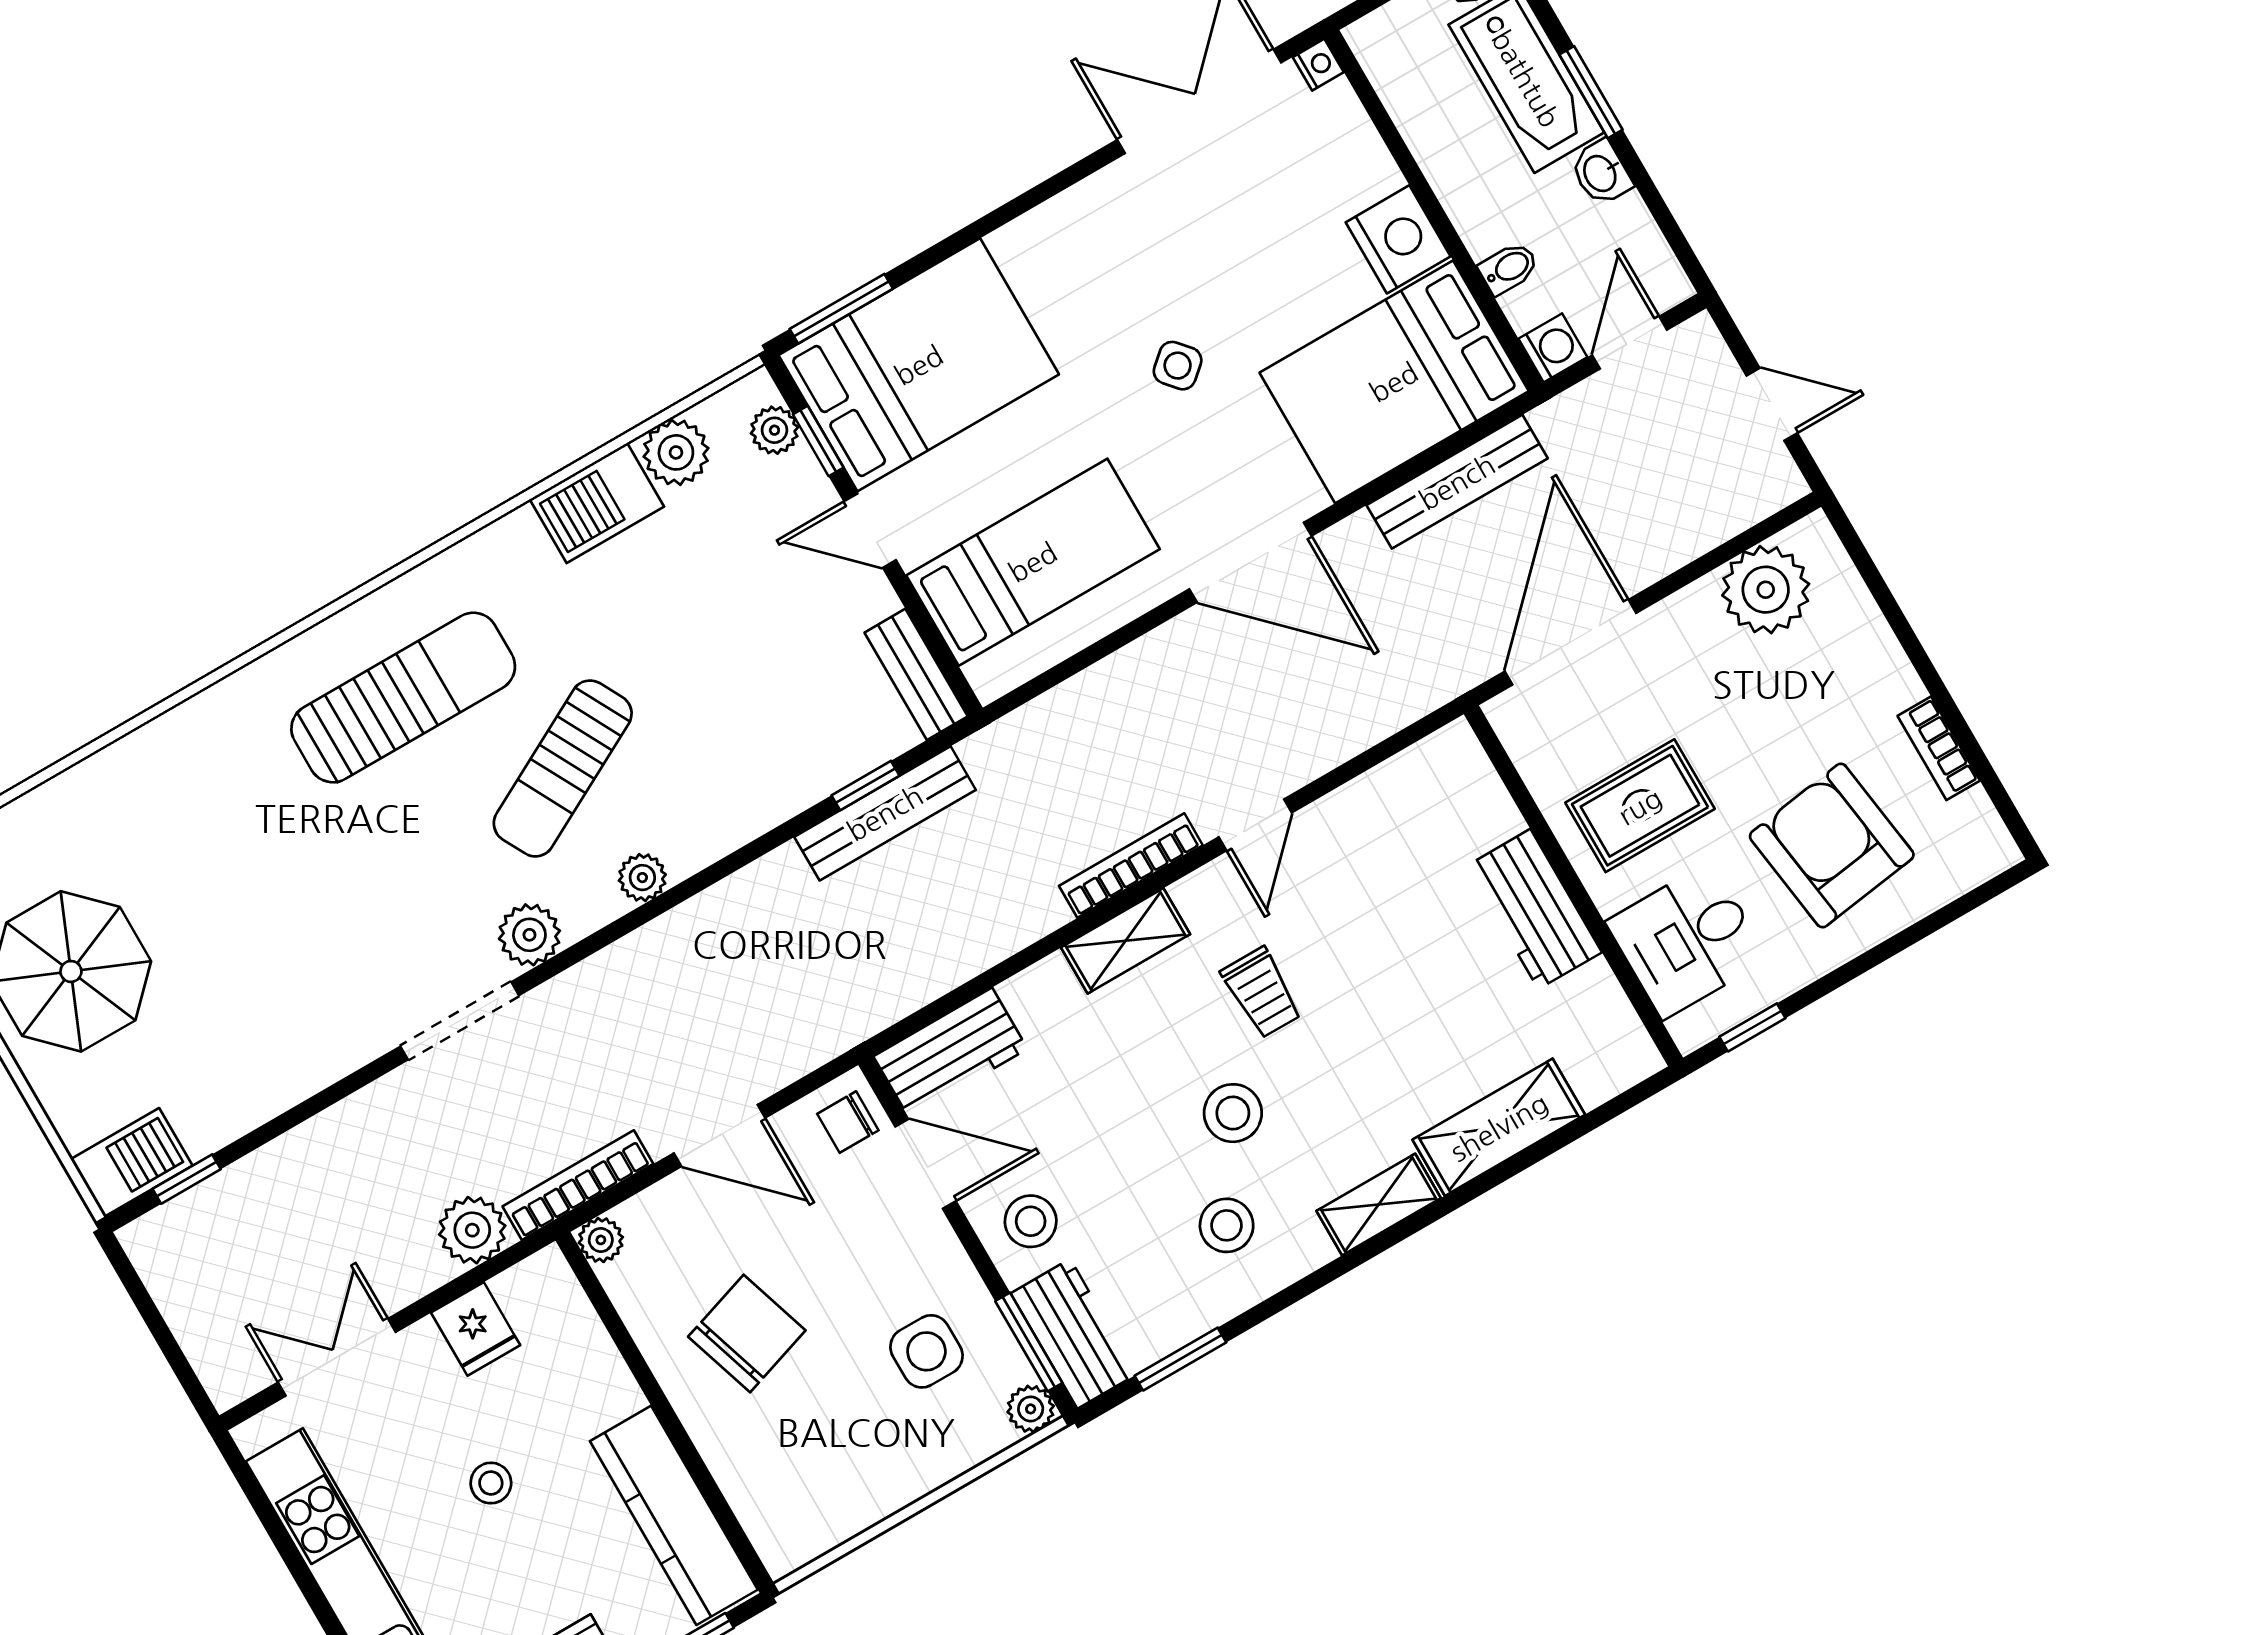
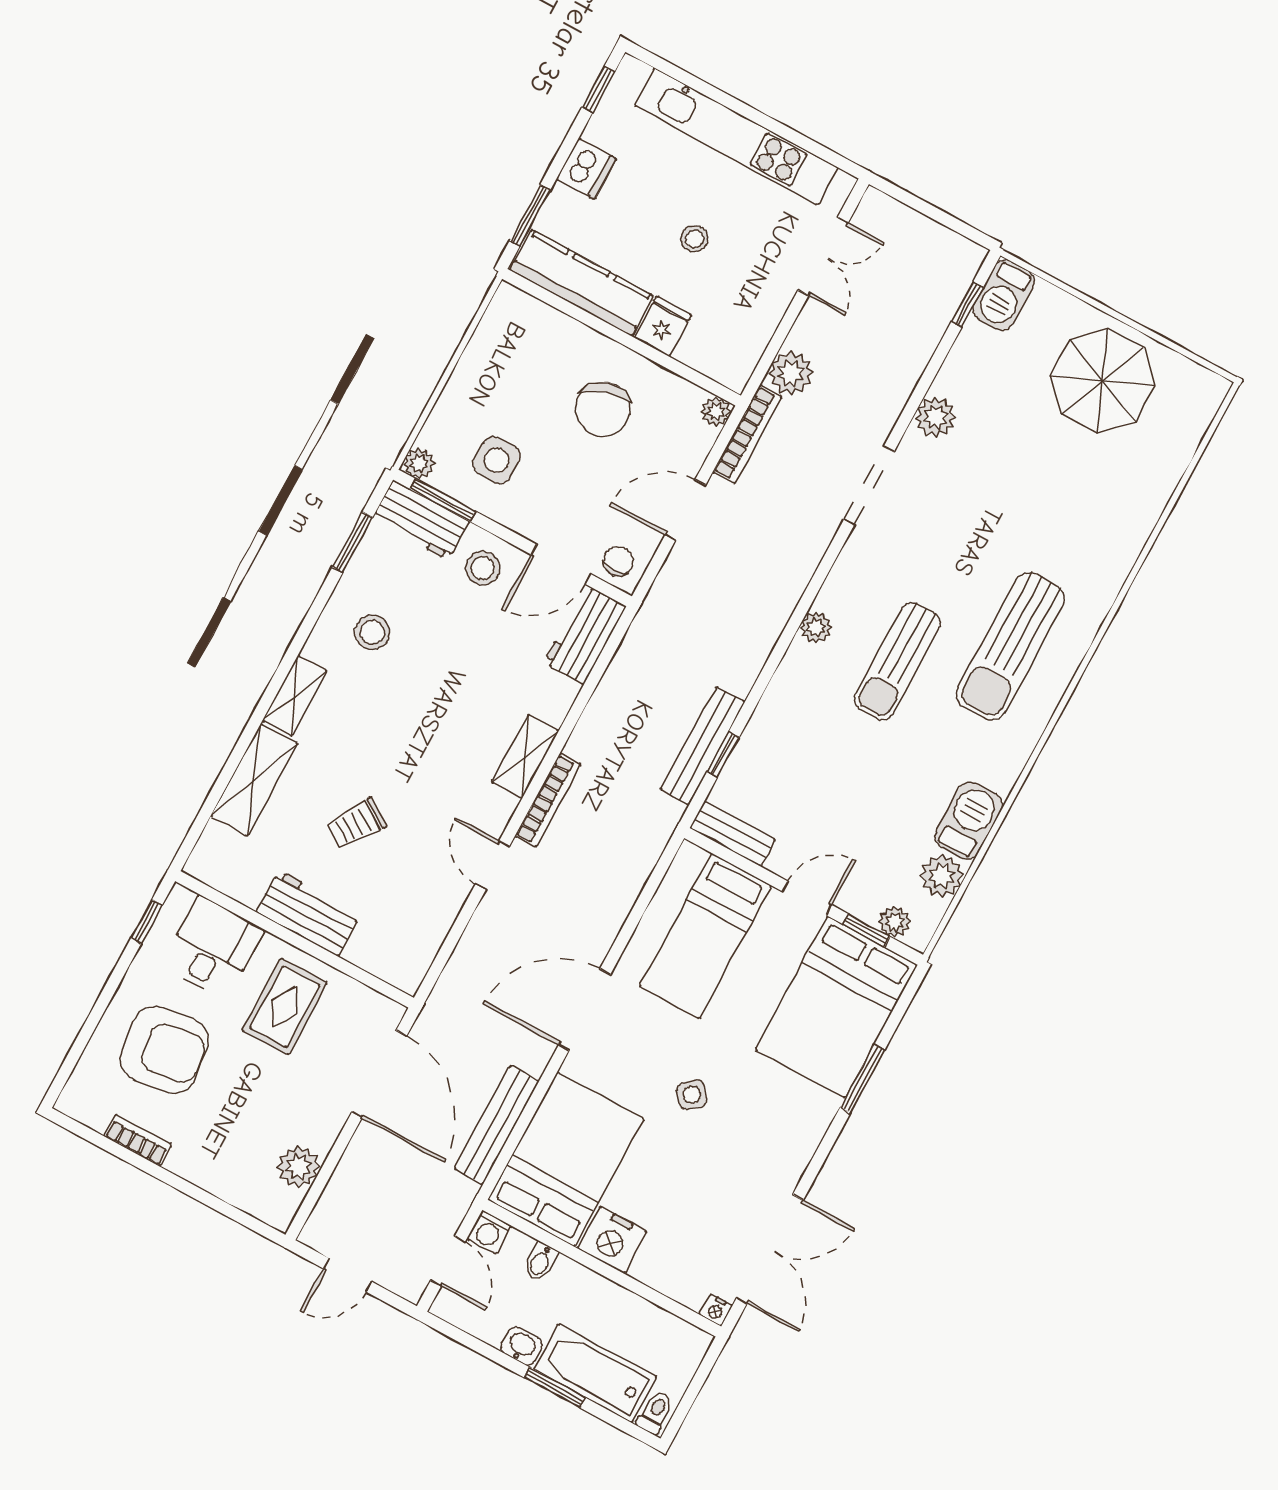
window: (841, 309) -> (862, 1079), moved
plant: (1766, 590) -> (298, 1167), width x0.73, depth x0.73
sun lounger: (563, 768) -> (897, 661), turned -152
plant: (529, 935) -> (935, 417), moved
trolley: (1262, 993) -> (356, 824), moved, turned -57
stool: (1233, 1113) -> (407, 697), removed
fridge: (476, 1329) -> (663, 326), moved, turned 90

